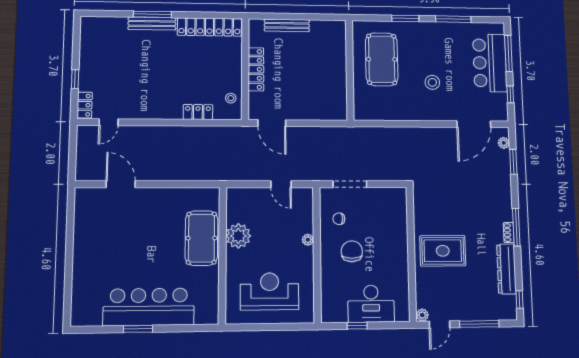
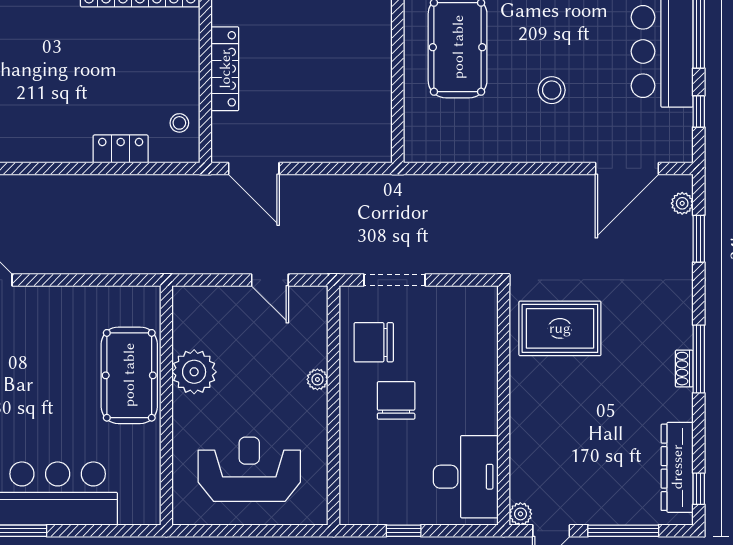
chair: (339, 219) -> (374, 342), width x1.87, depth x1.87
rug: (443, 251) -> (560, 328), moved
dresser: (506, 269) -> (677, 467), moved
desk: (371, 304) -> (466, 477), moved, turned -90

